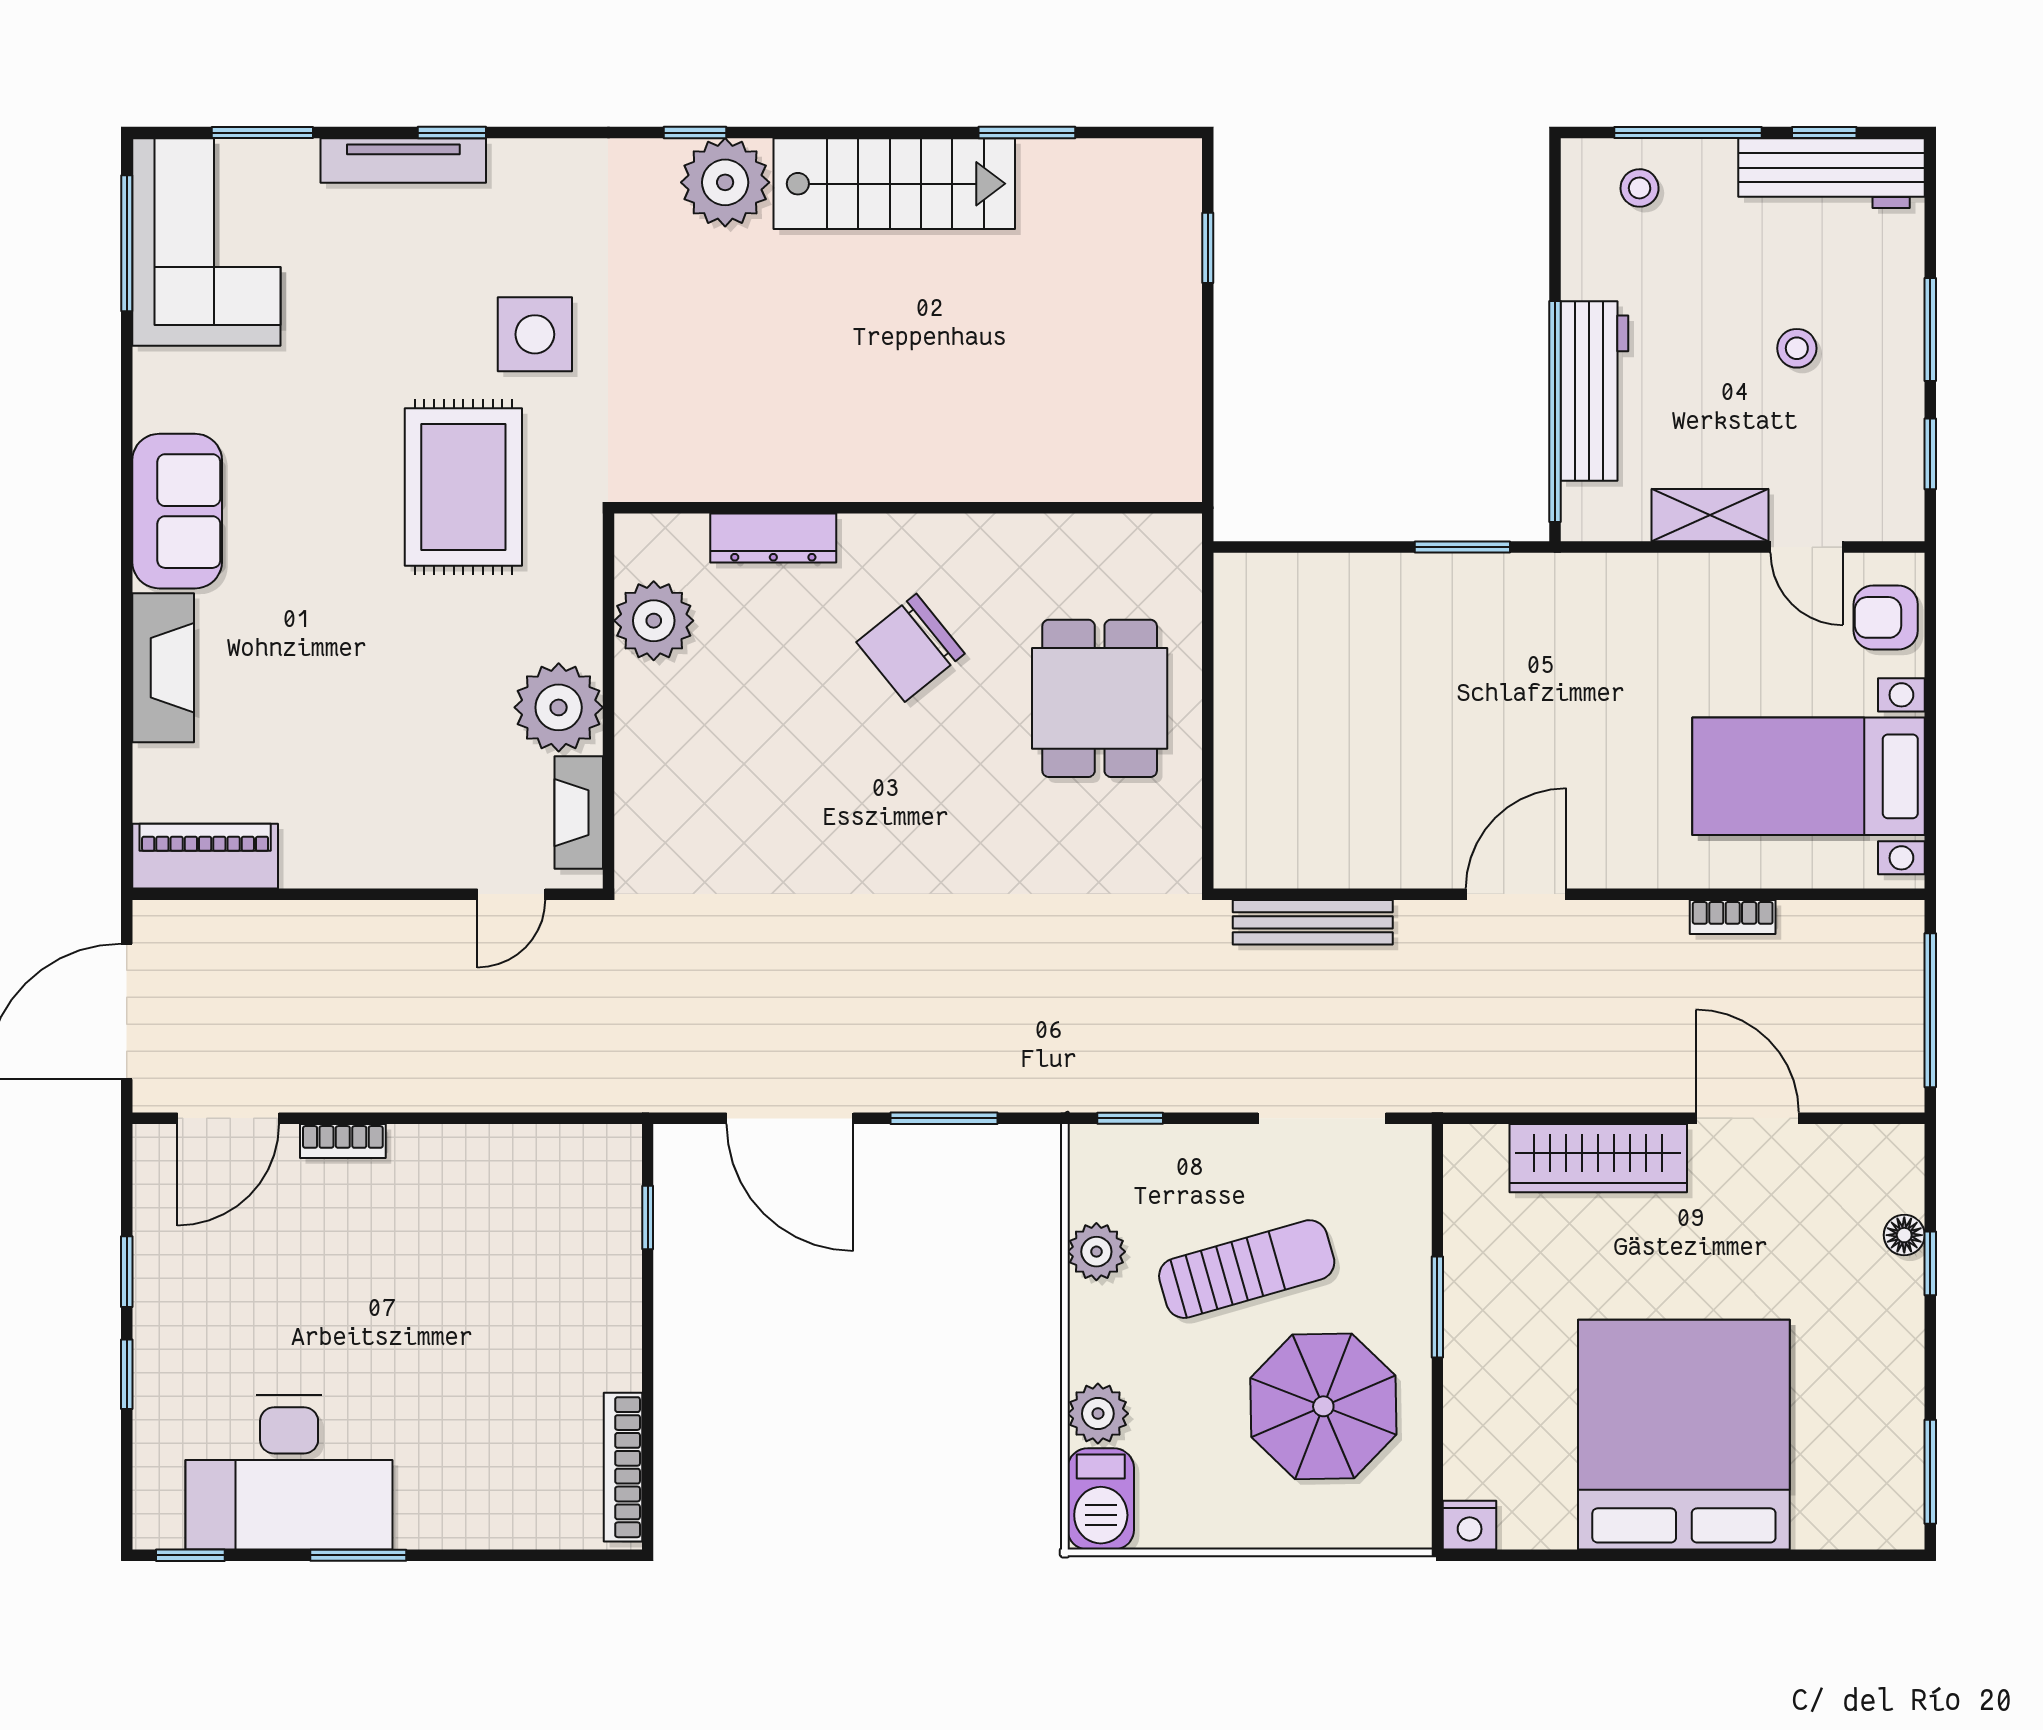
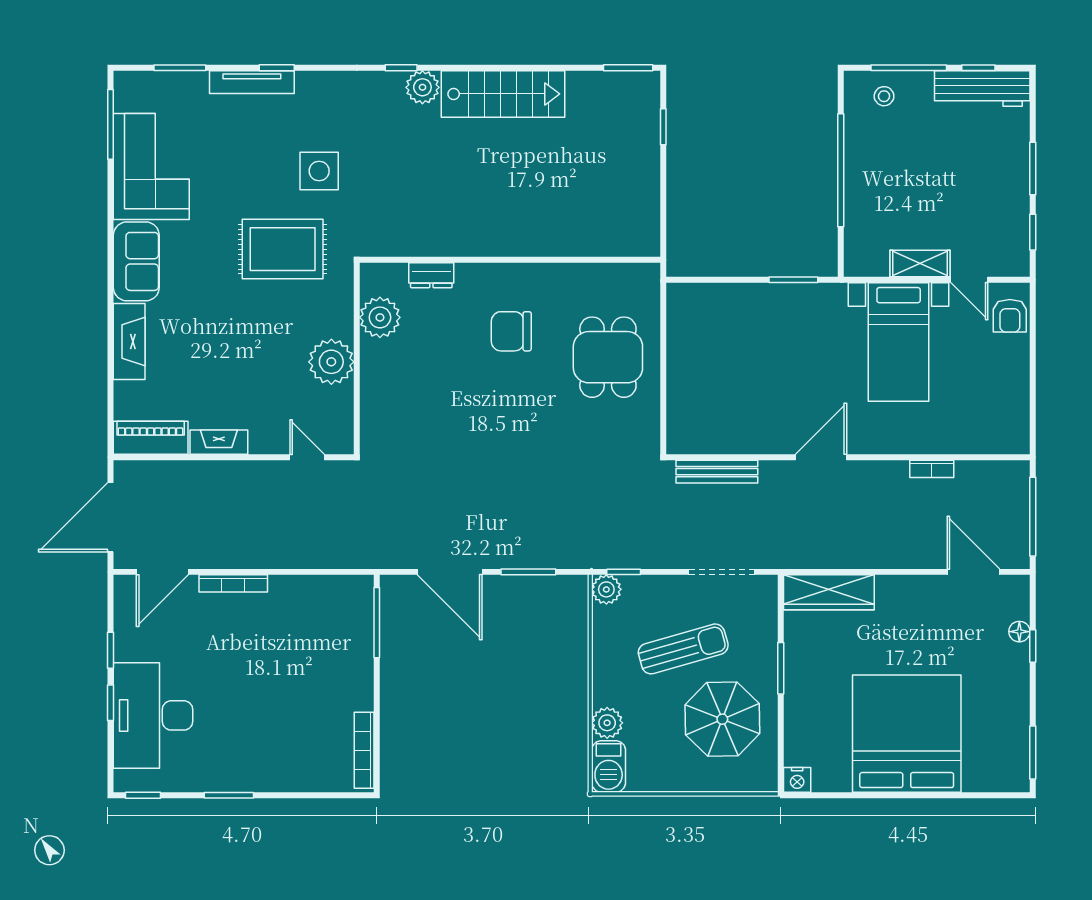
window: (1027, 133) -> (628, 68), moved
plant: (725, 182) -> (422, 87), width x0.73, depth x0.73
corner sofa: (206, 242) -> (151, 166), moved
stool: (1797, 348) -> (964, 178), removed
workbench: (1594, 391) -> (861, 200), removed
window: (1555, 411) -> (841, 170), moved
rug: (463, 487) -> (283, 249), turned 90
dresser: (773, 538) -> (431, 275), width x0.70
armchair: (1886, 617) -> (1010, 316), turned -90
chair: (911, 648) -> (511, 331), turned 39
bed with nightstands: (1808, 776) -> (899, 342), moved, turned -90
fireplace: (579, 813) -> (219, 442), moved, turned 90
door: (511, 894) -> (307, 457), swing flipped
door: (1747, 1118) -> (973, 572), moved
bookcase: (343, 1141) -> (233, 583), width x1.56
wardrobe: (1598, 1158) -> (829, 592), moved
window: (648, 1218) -> (377, 623), width x2.17
plant: (1096, 1252) -> (606, 589), moved
desk: (289, 1472) -> (153, 715), moved, turned 90

